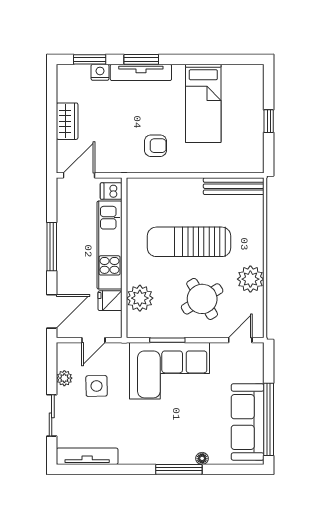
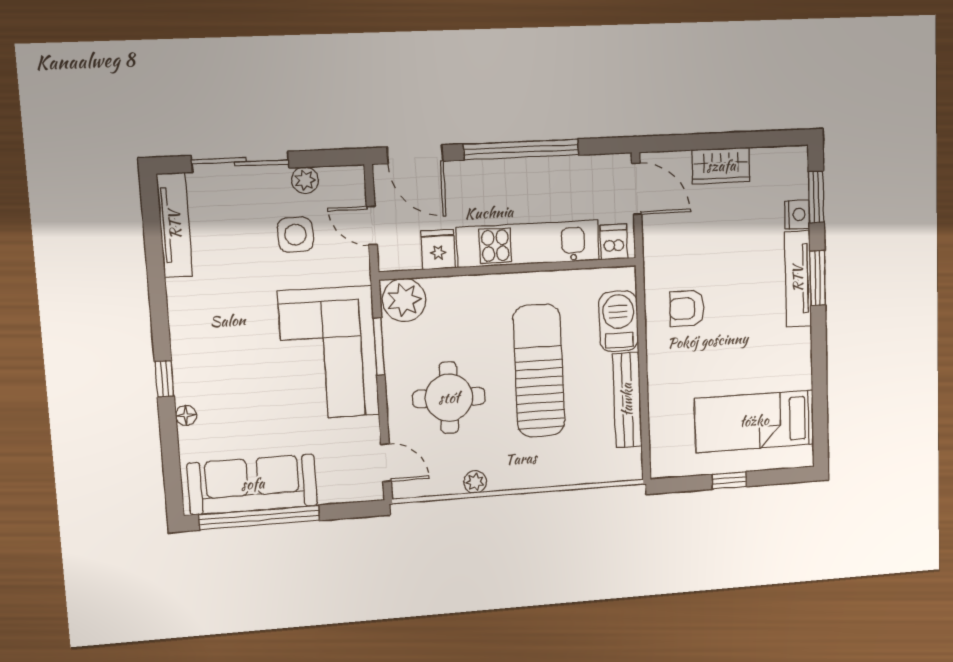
bed: (203, 103) -> (754, 421), moved
armchair: (155, 146) -> (687, 308), turned 90
bench: (234, 186) -> (627, 400), moved
barbecue: (161, 190) -> (619, 321), added
window: (52, 247) -> (521, 150), width x1.46
plant: (250, 279) -> (475, 482), width x0.53, depth x0.53
plant: (140, 298) -> (404, 300), moved
round table: (202, 299) -> (449, 398), turned 33
sliding door: (52, 415) -> (240, 162), width x1.37
window: (179, 469) -> (164, 379), width x0.46

